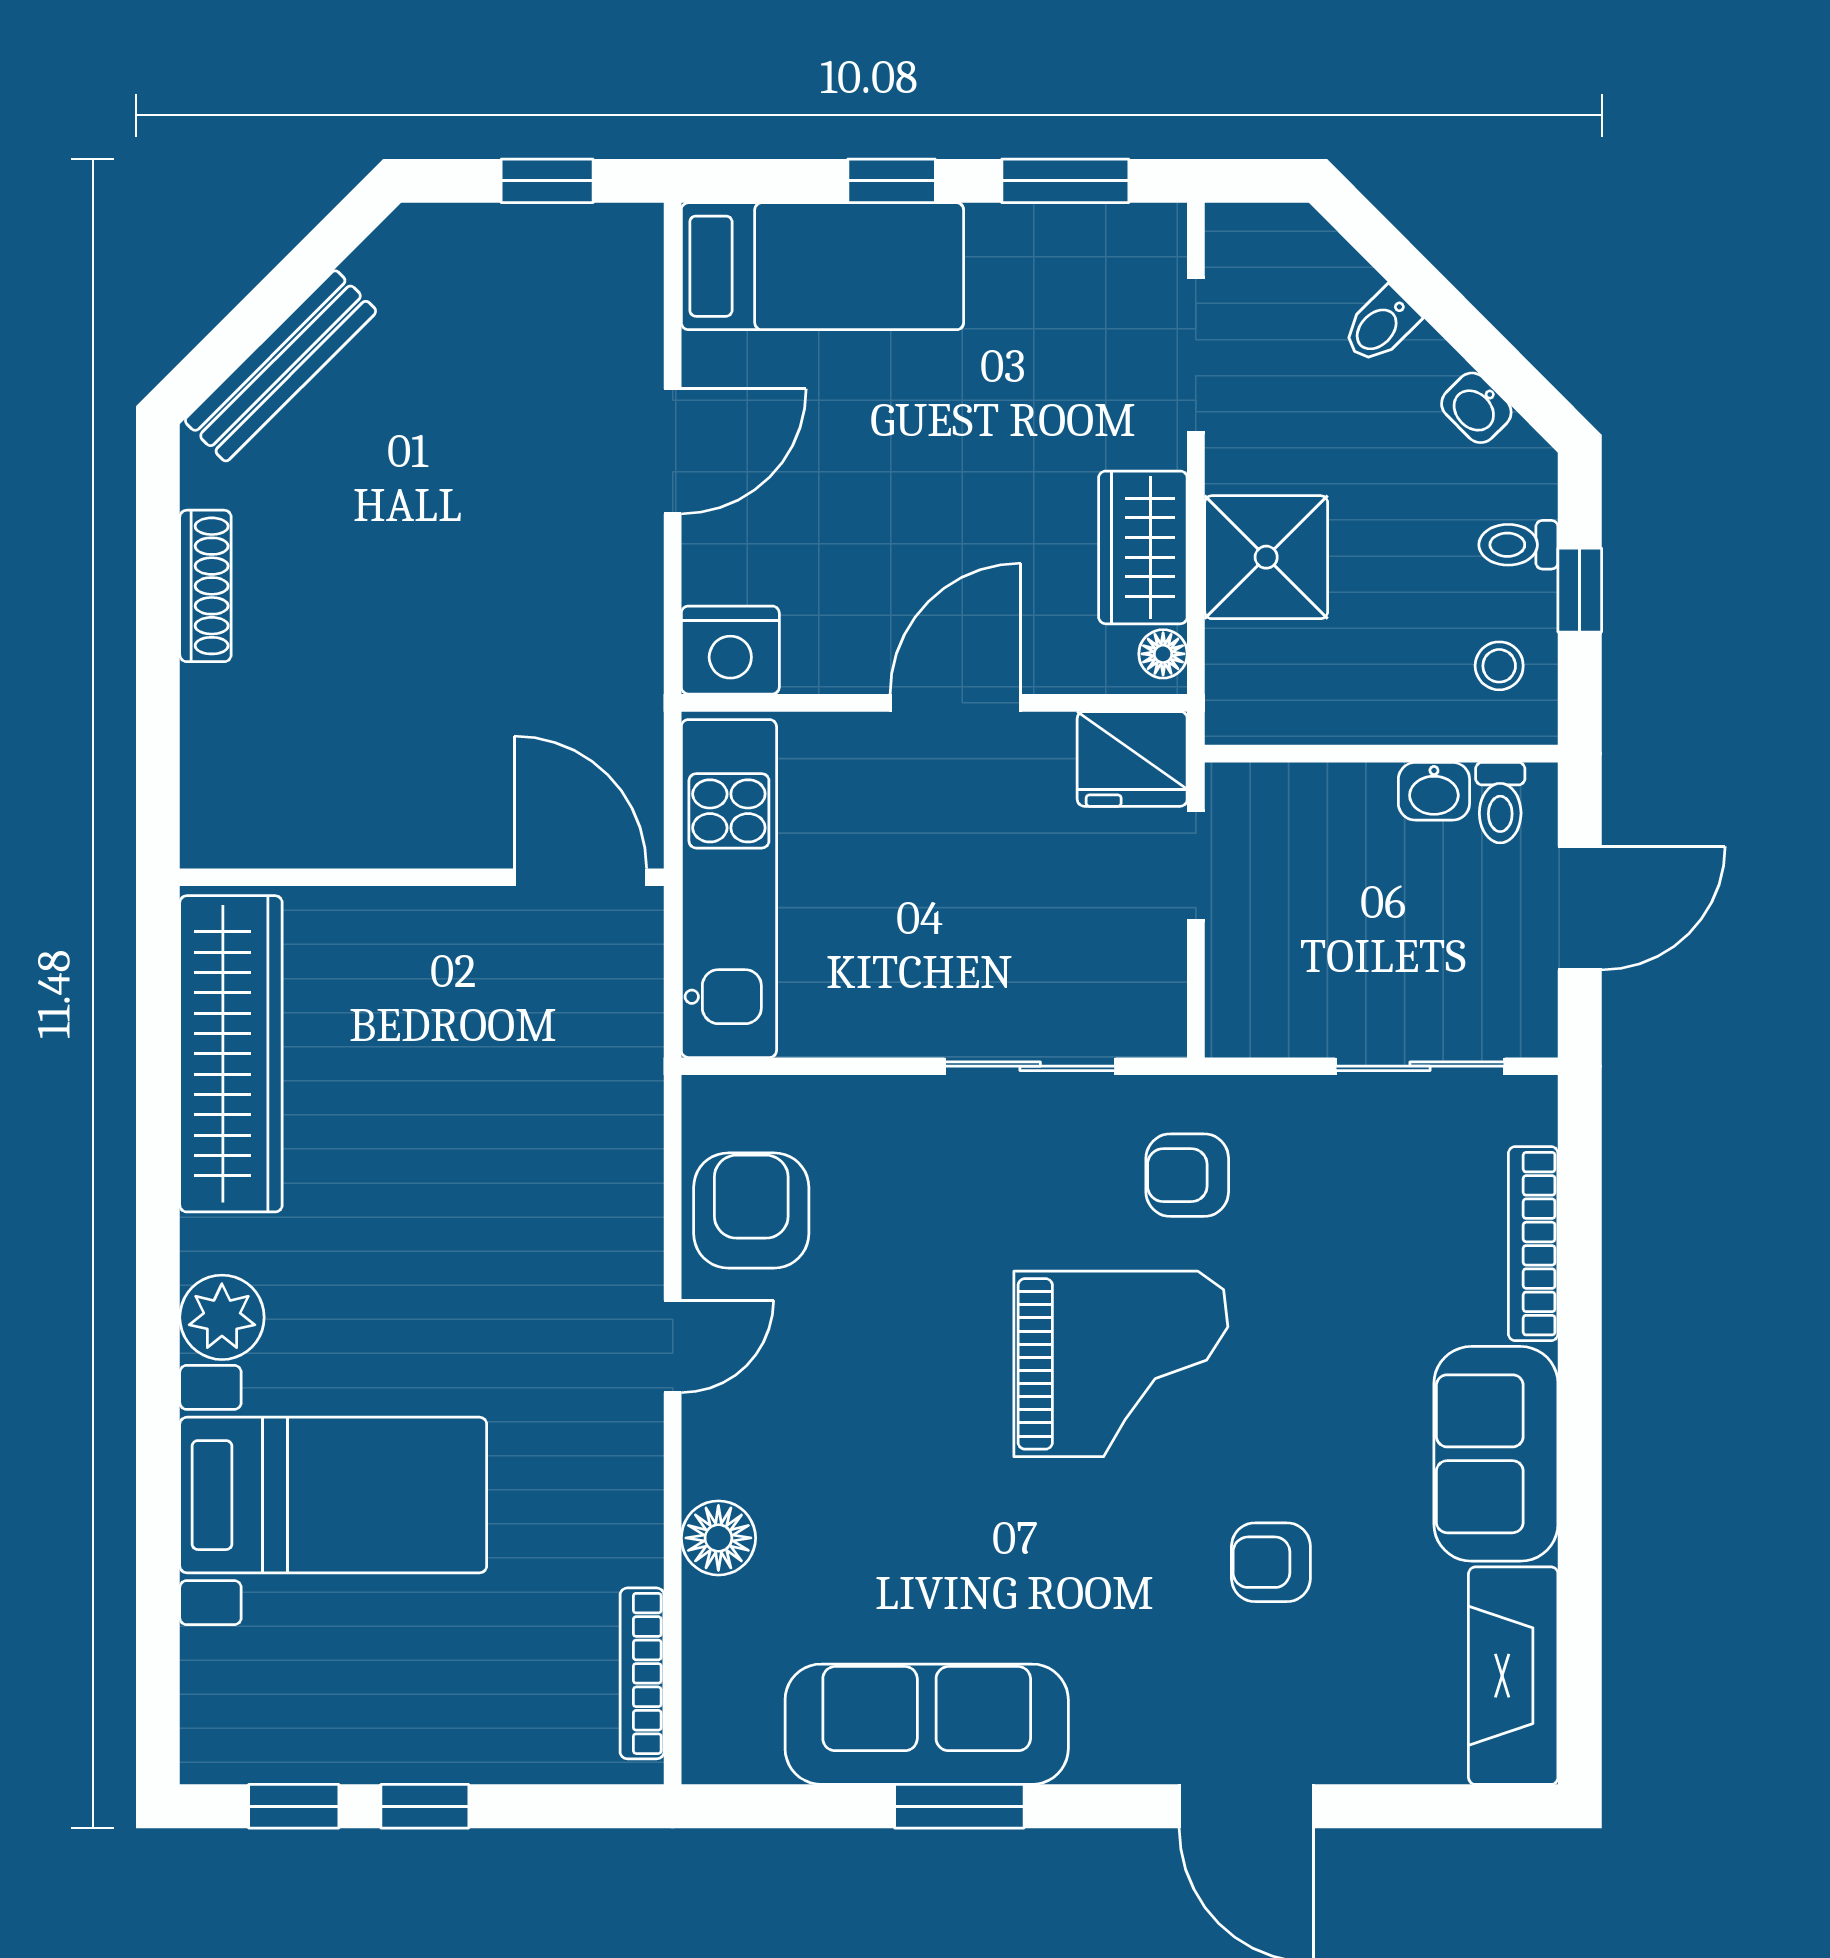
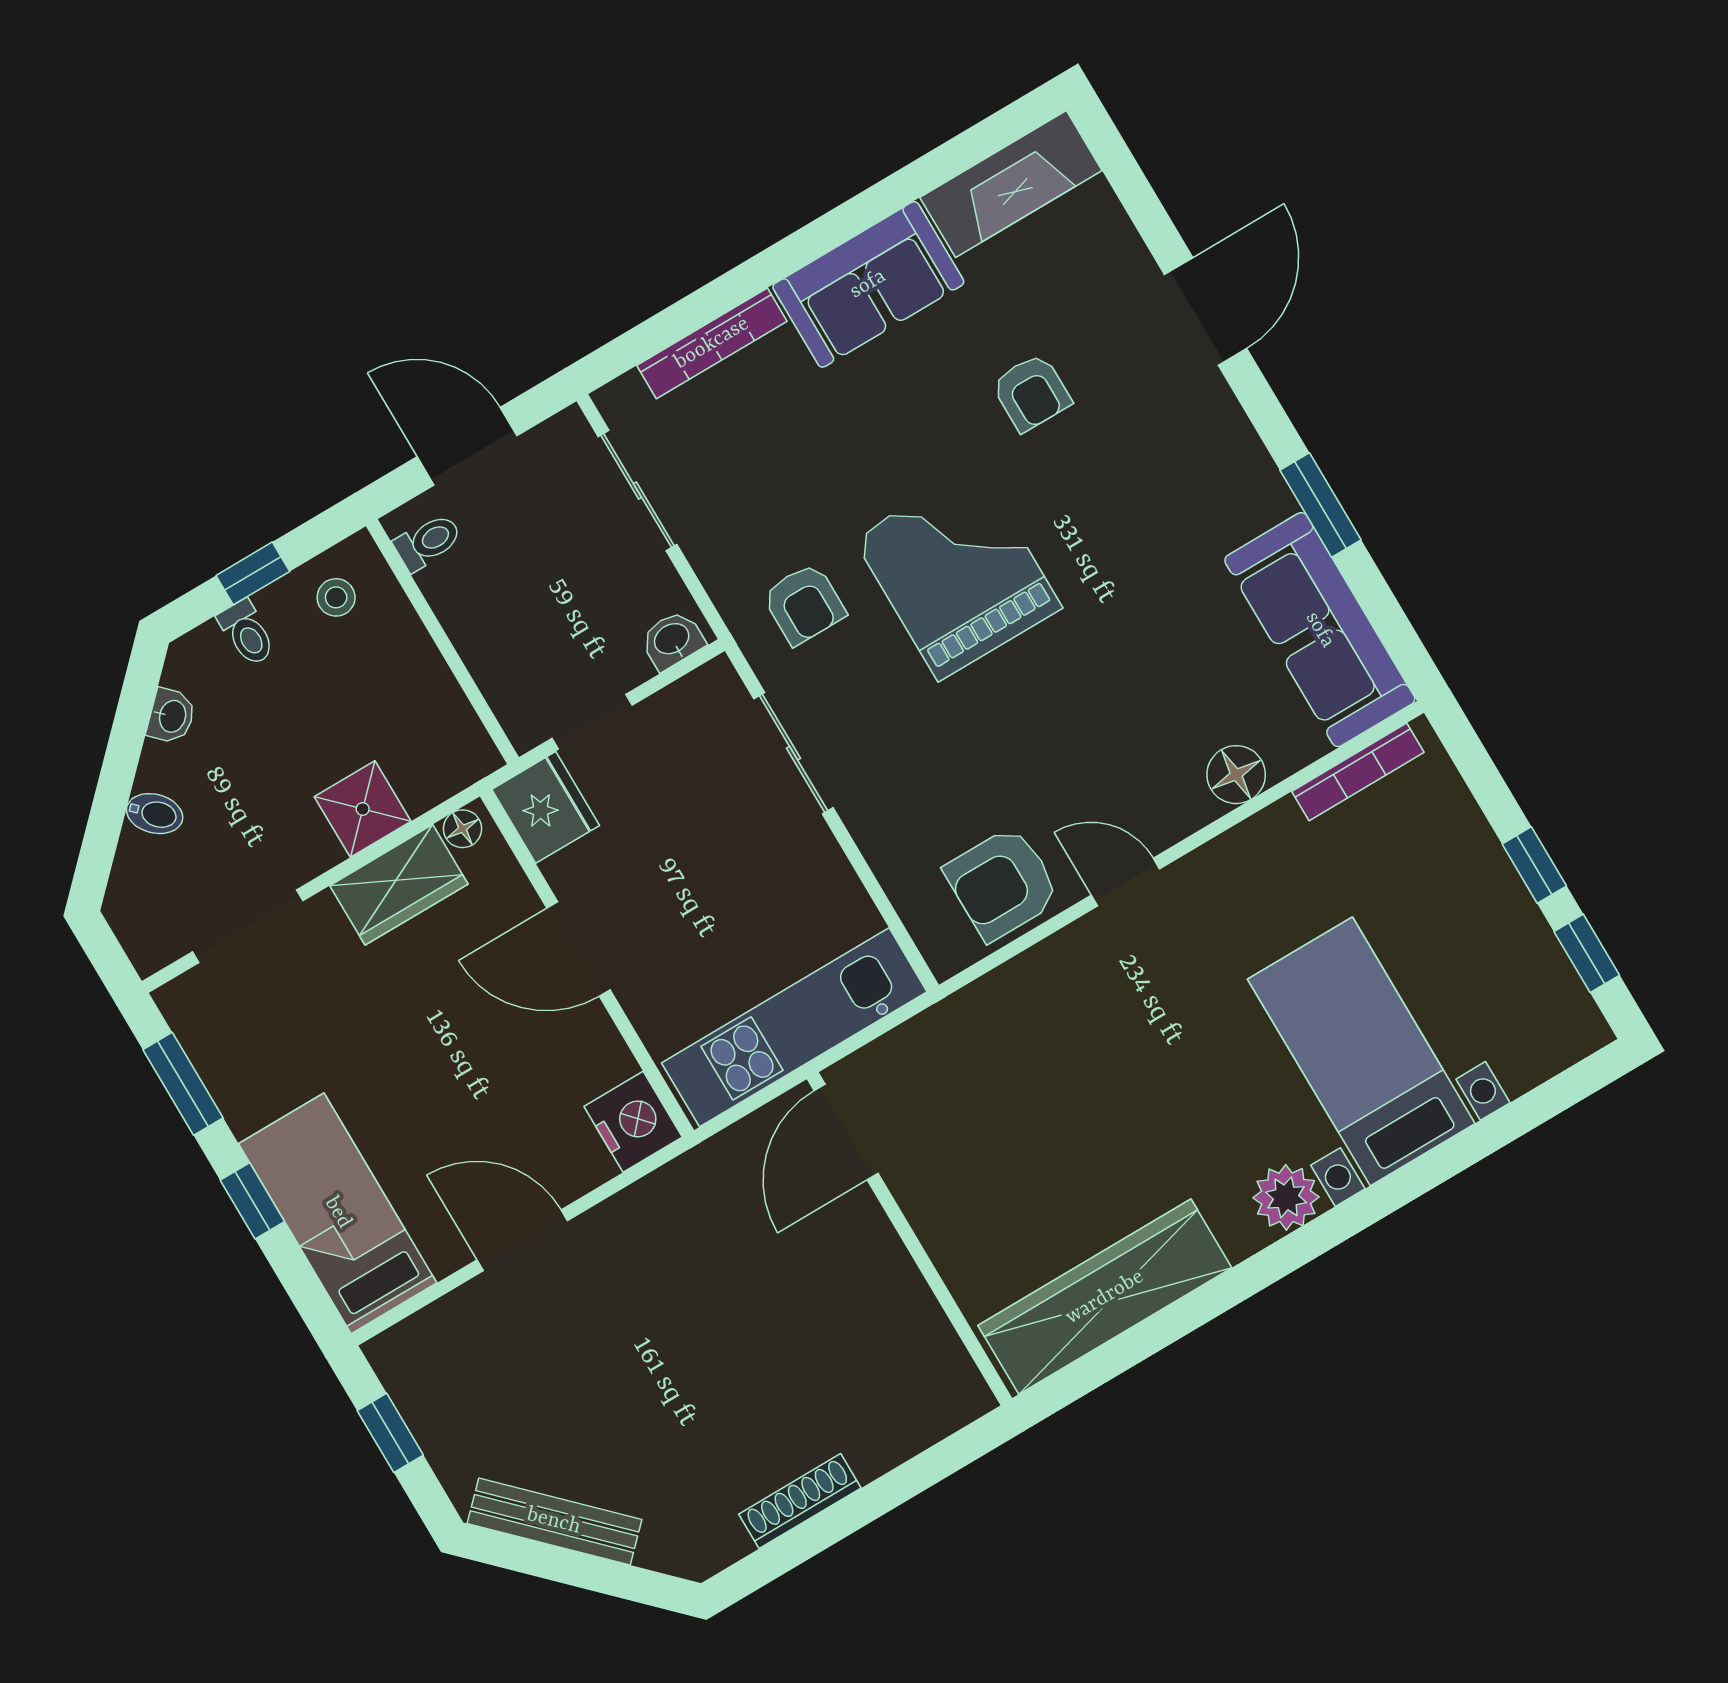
bench: (281, 366) -> (554, 1521), moved
shower: (1266, 557) -> (363, 809), width x0.73, depth x0.73
washbasin: (1434, 791) -> (672, 640), moved, turned -90
sofa: (927, 1724) -> (1320, 630), moved

